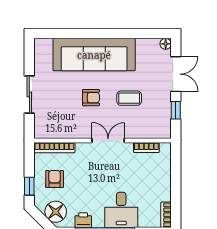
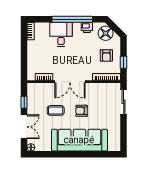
double door: (176, 74) -> (24, 127), swing flipped
sliding door: (29, 94) -> (124, 102), moved
double door: (108, 141) -> (70, 82), width x1.37
window: (29, 186) -> (124, 62), moved

